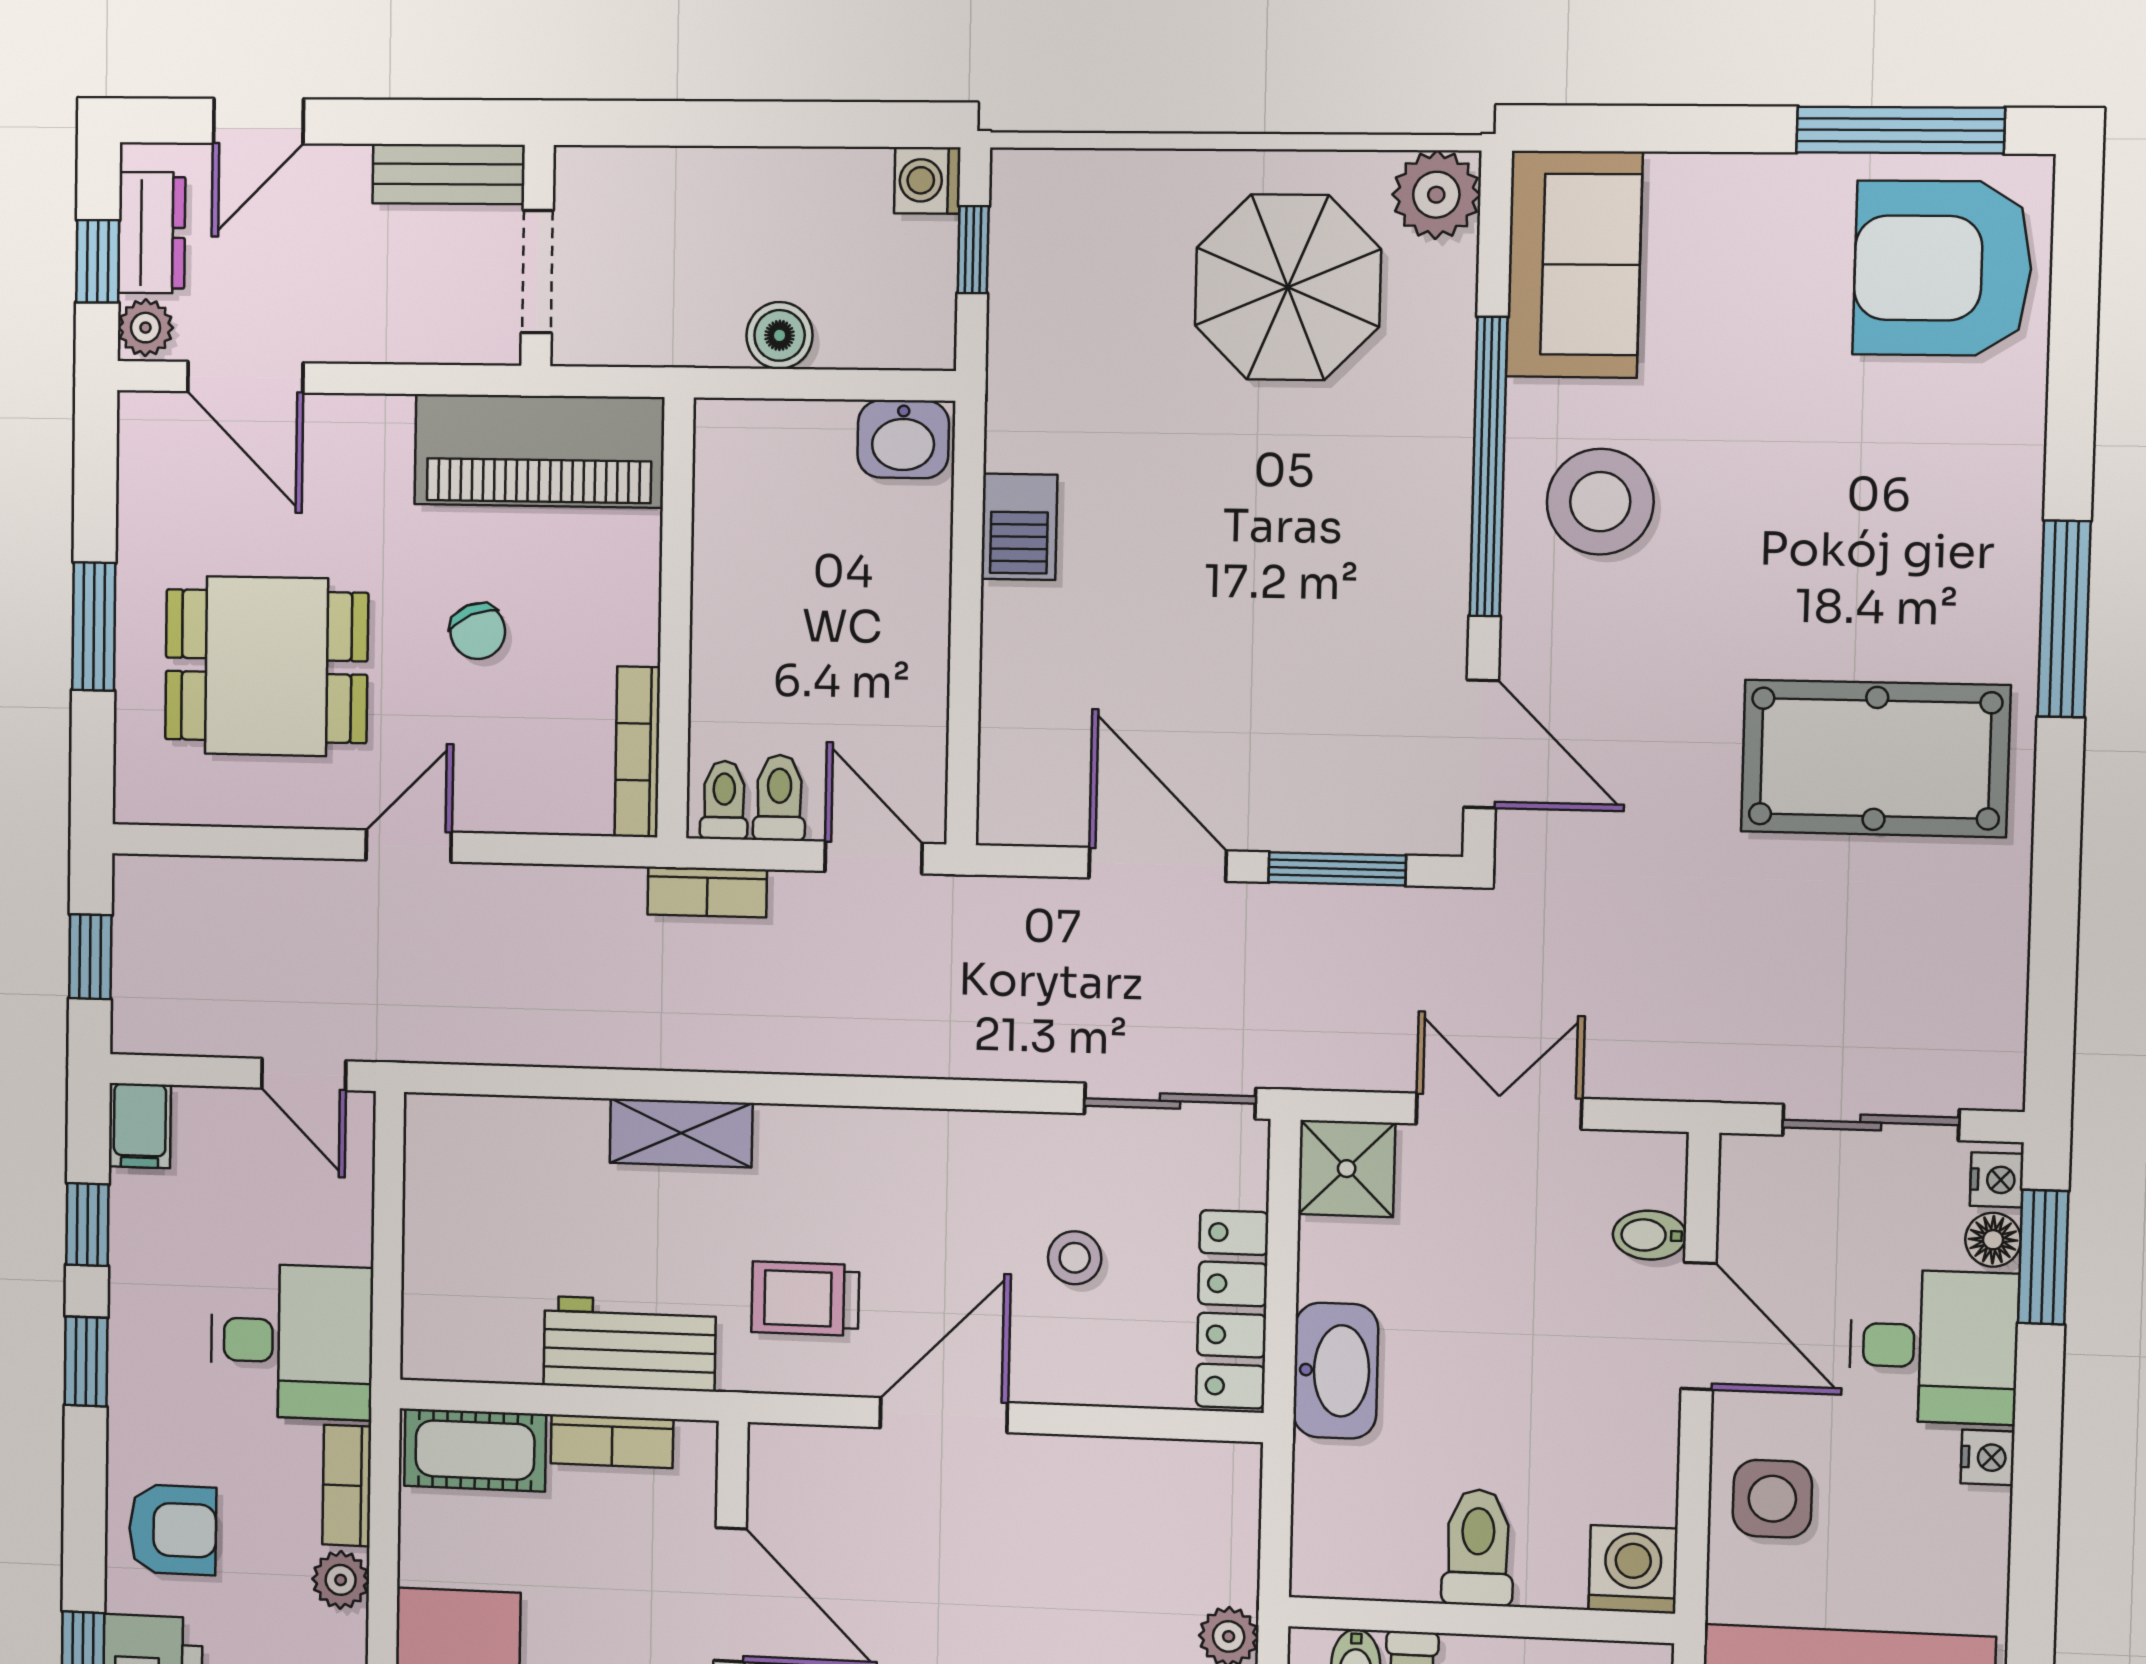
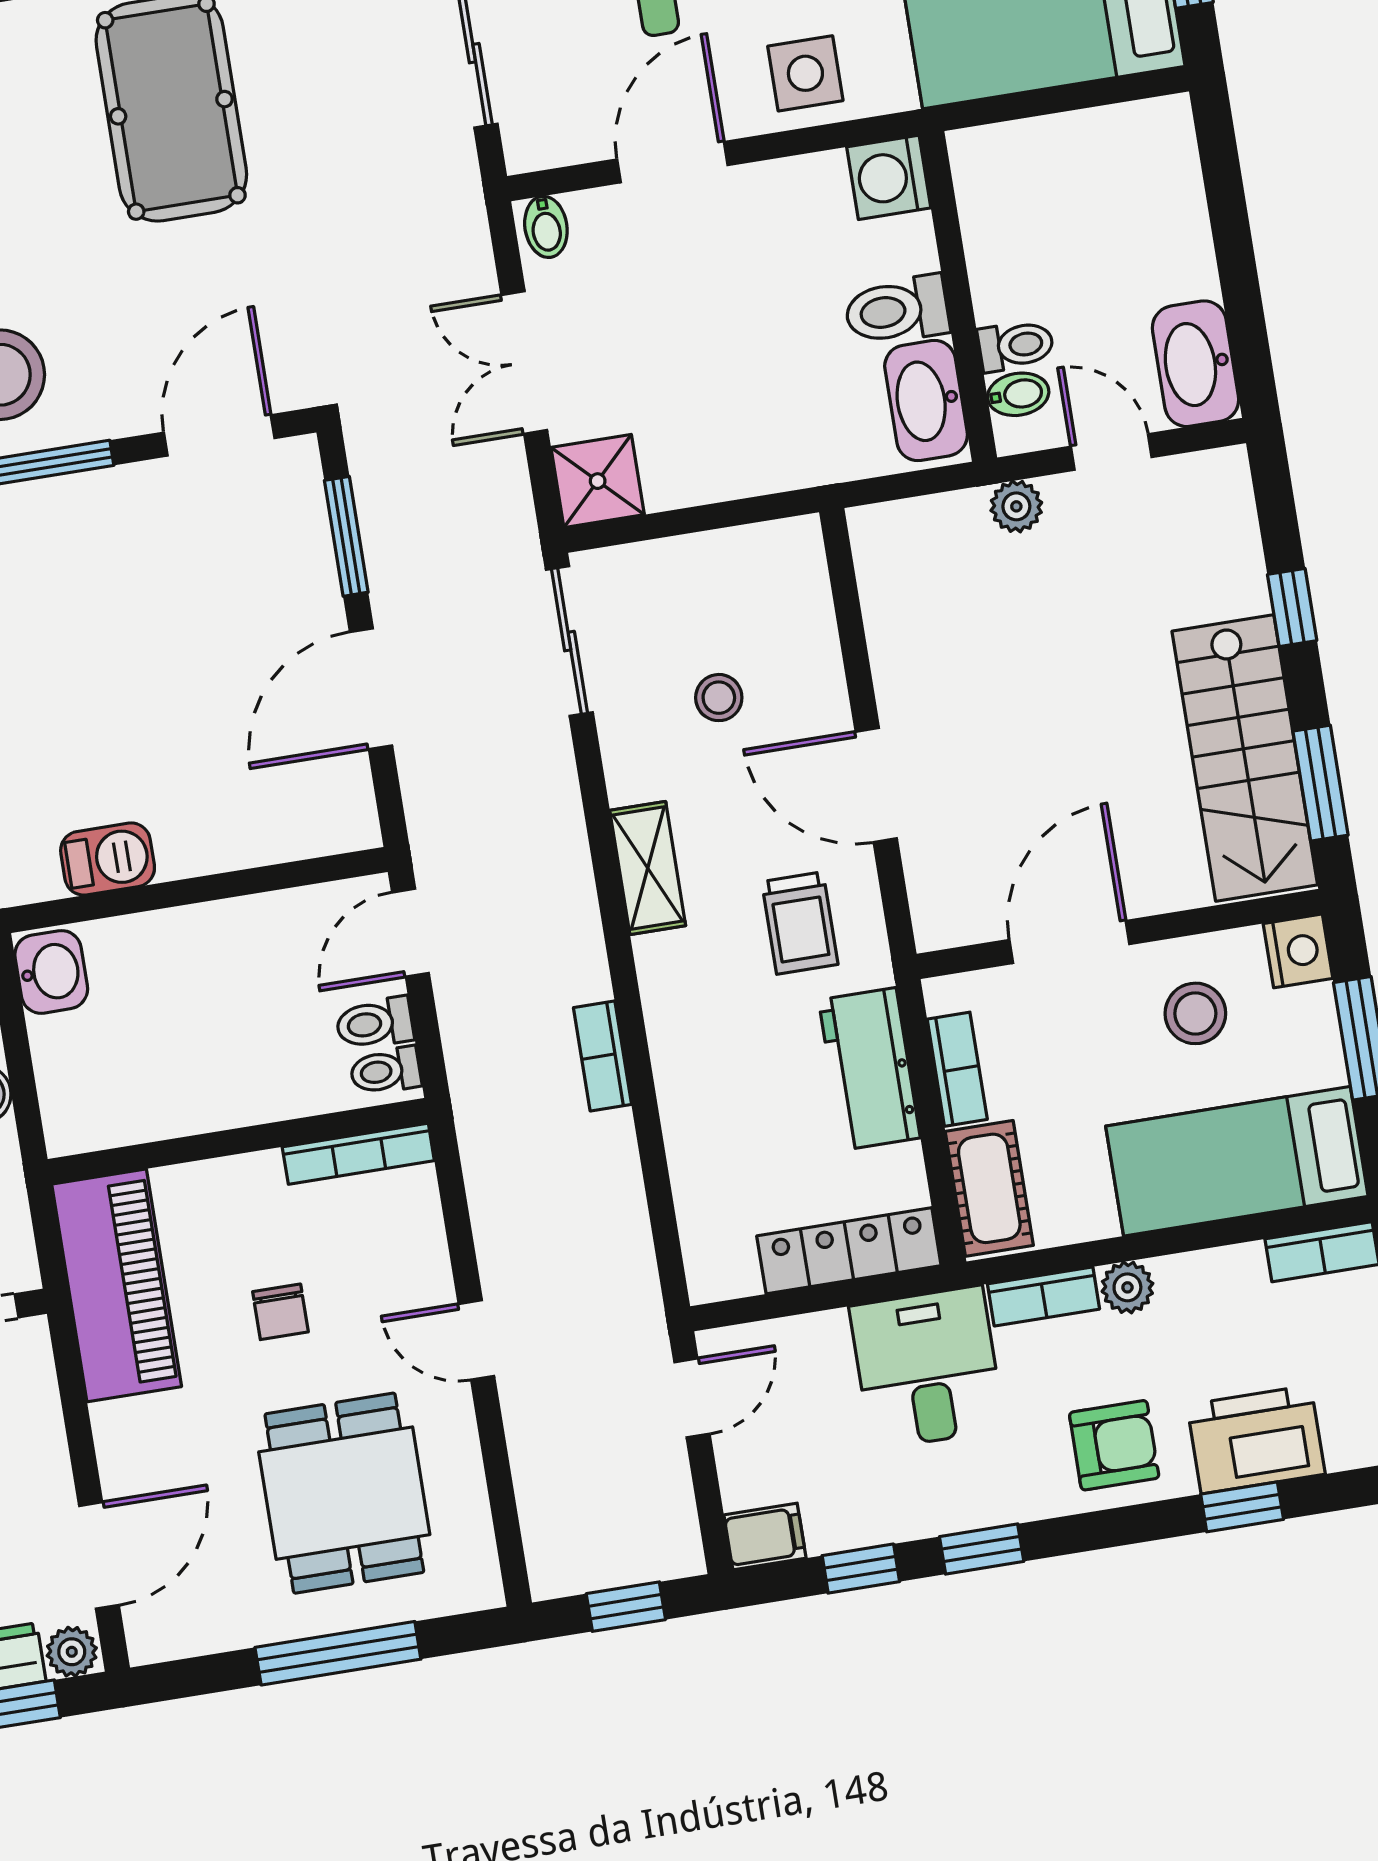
window: (94, 626) -> (338, 1653), width x1.44
chair: (478, 631) -> (280, 1312), turned 113
bookcase: (707, 892) -> (602, 1056), moved, turned 180
shelving: (681, 1133) -> (648, 868), moved
bidet: (1649, 1235) -> (546, 227), moved
locker: (1232, 1309) -> (849, 1251), moved, turned 180
washbasin: (1336, 1371) -> (926, 401), moved, turned -90
armchair: (173, 1530) -> (1114, 1445), turned 90

